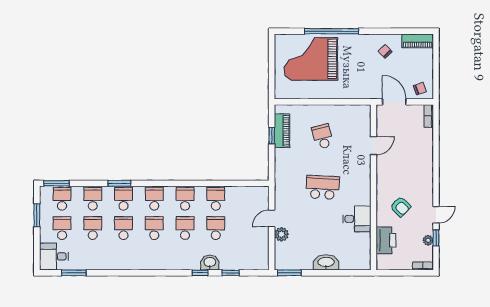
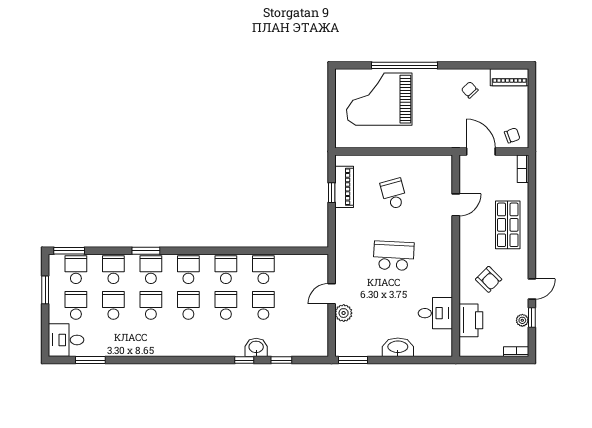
shop shelf: (416, 162) -> (508, 225), added
desk: (357, 219) -> (435, 313), moved

